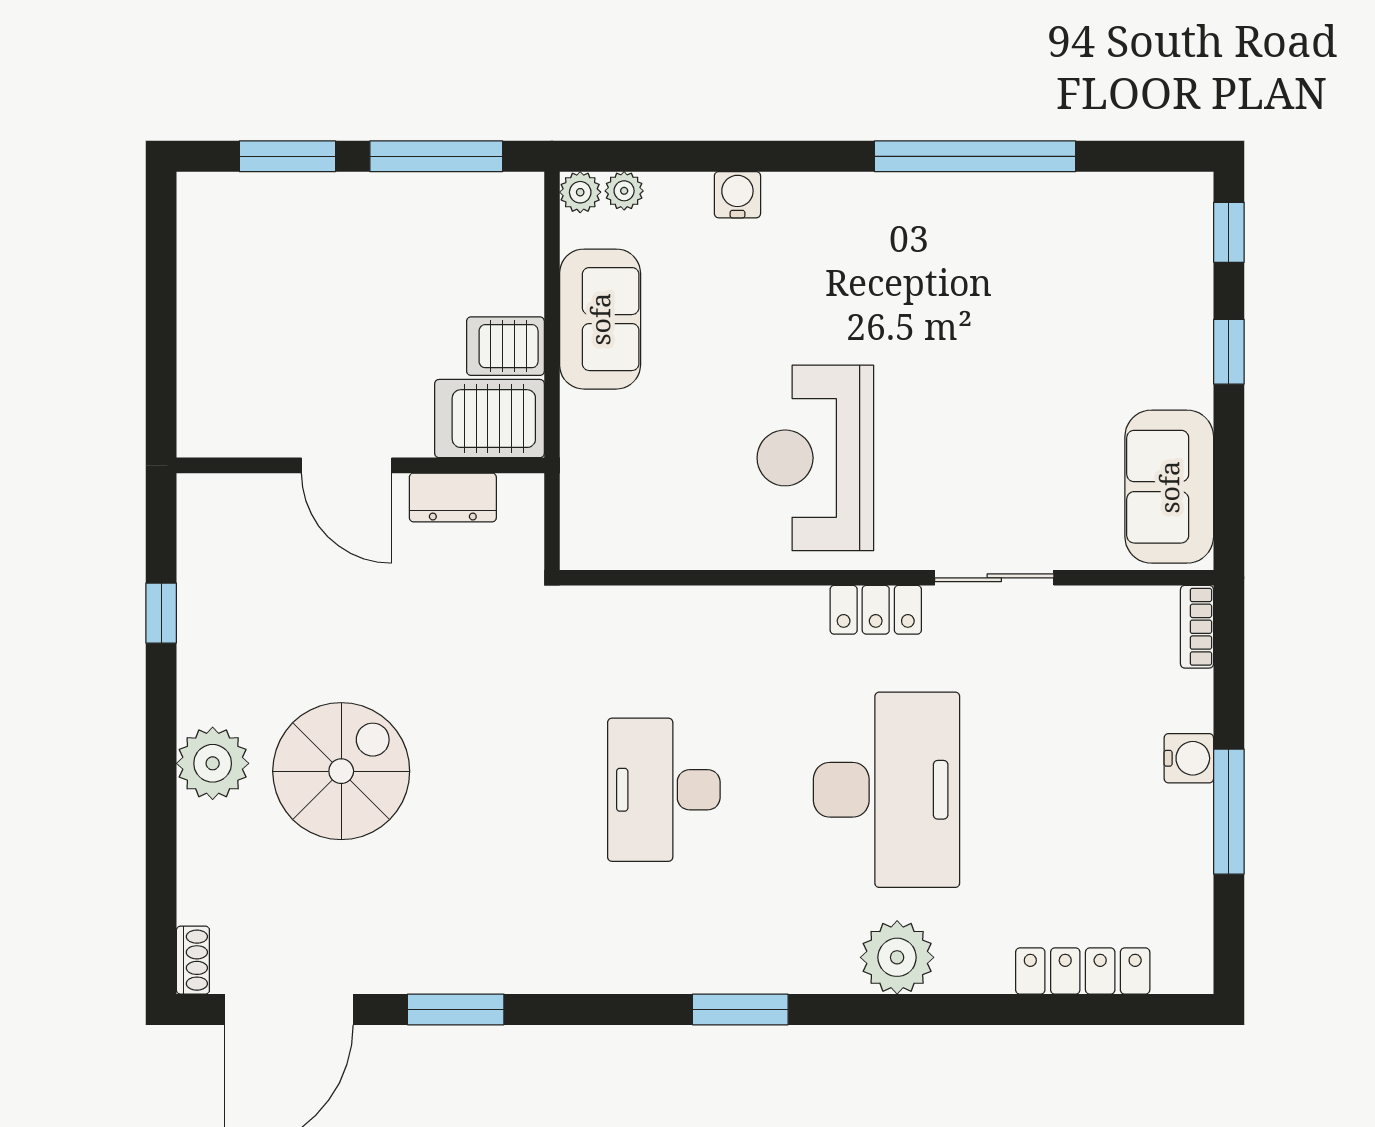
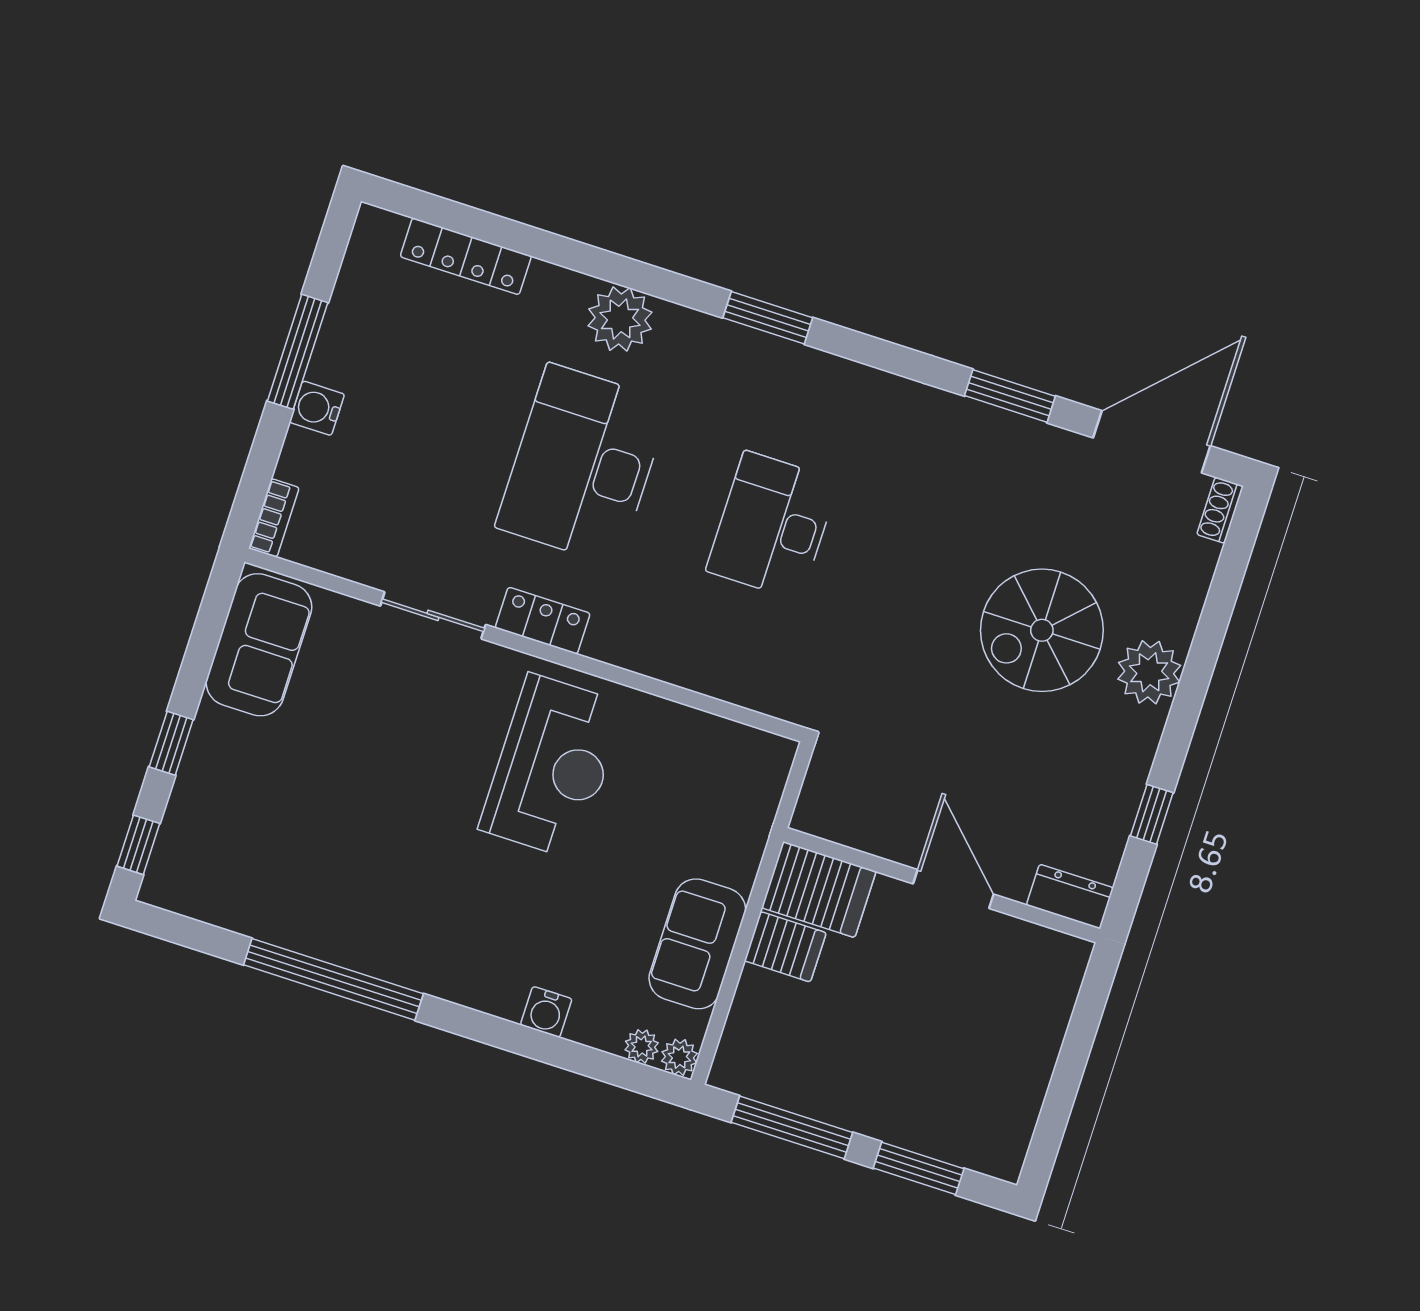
dresser: (453, 497) -> (1070, 897), moved
desk: (664, 790) -> (772, 526), turned 180

